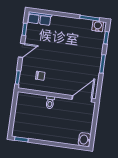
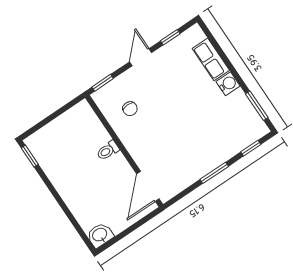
row of seats: (39, 18) -> (211, 59), moved
water cooler: (98, 26) -> (228, 84), moved
door: (22, 50) -> (141, 57), swing flipped
door: (82, 99) -> (148, 186), swing flipped

